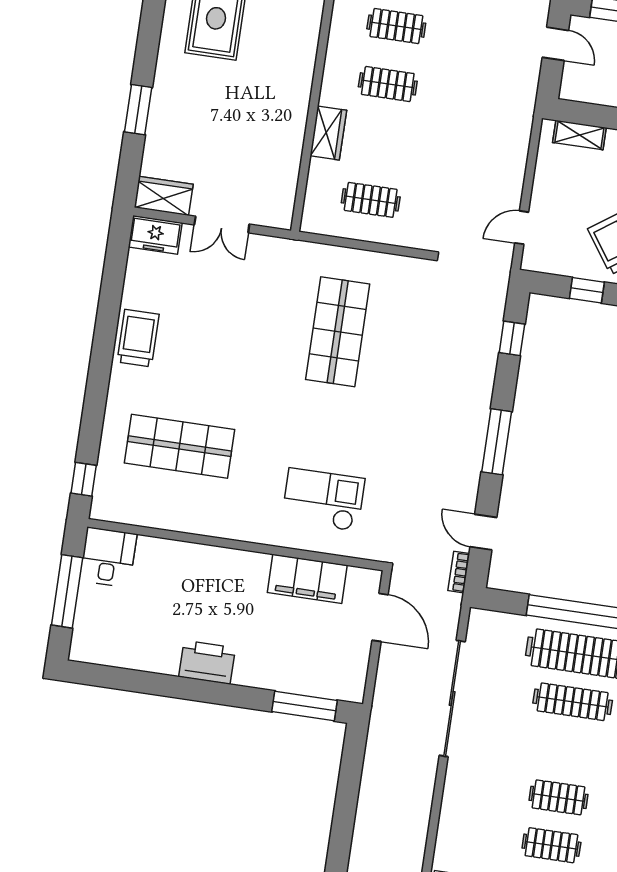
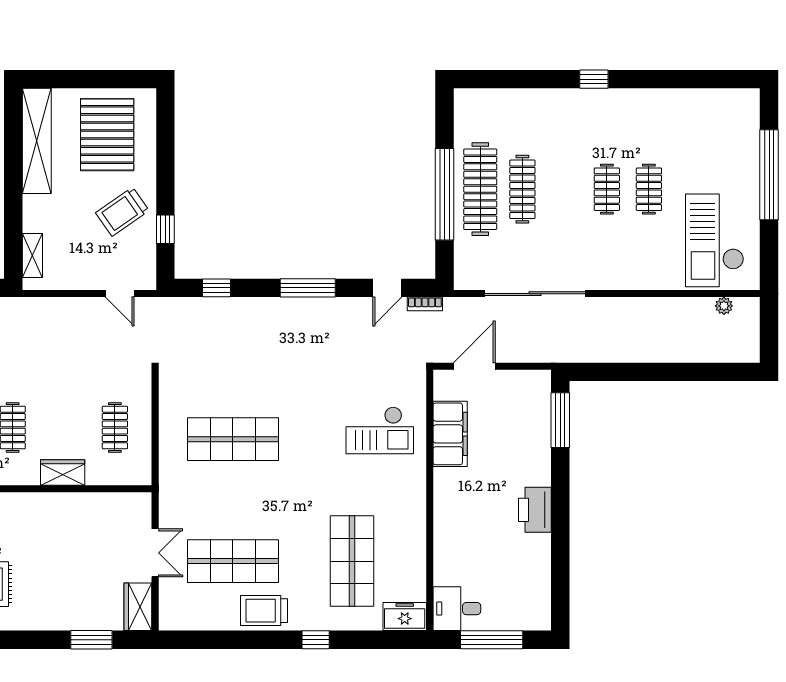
window: (138, 110) -> (91, 640), moved
freezer: (155, 235) -> (405, 617), moved, turned -90
shop shelf: (199, 311) -> (233, 561), added
window: (84, 479) -> (316, 640), moved
checkout: (323, 500) -> (380, 430), turned -90

